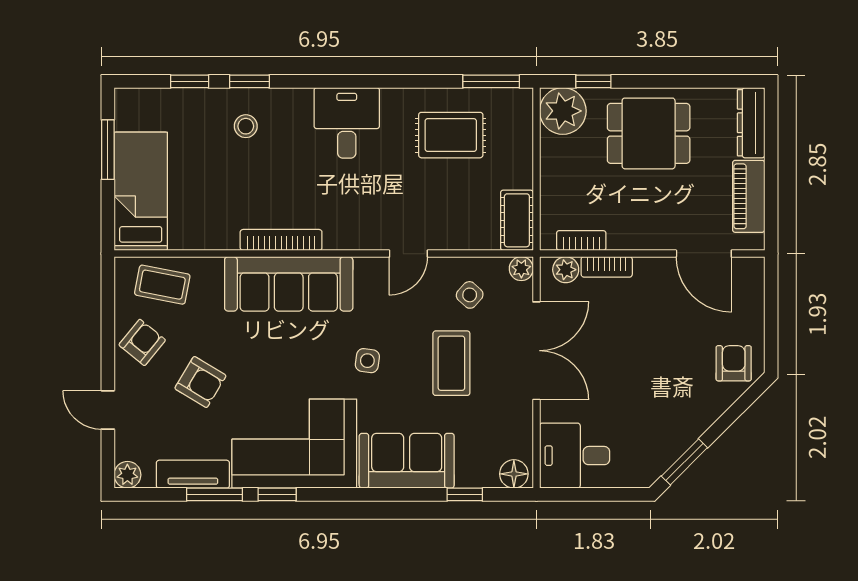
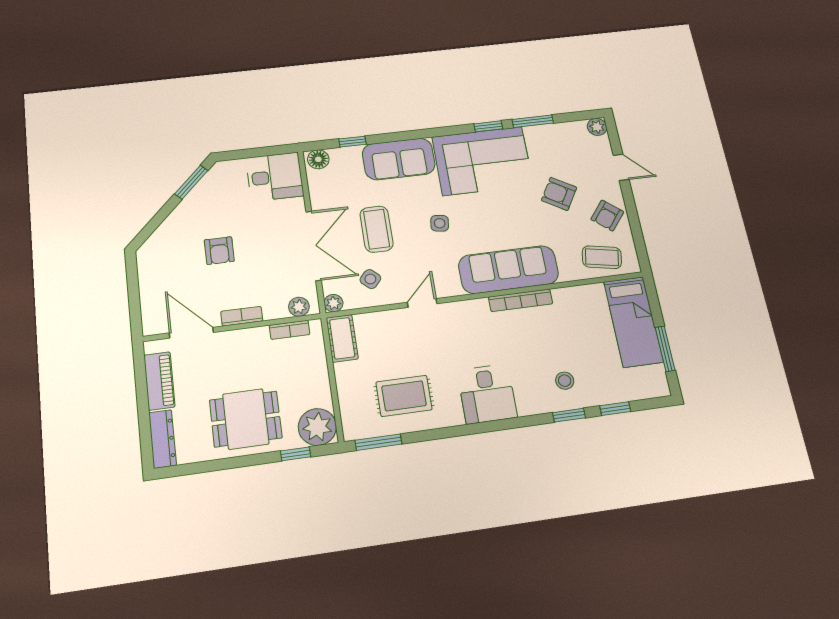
bookcase: (607, 267) -> (242, 316), moved
double door: (536, 351) -> (314, 246), swing flipped
armchair: (734, 363) -> (219, 251), moved
tv unit: (193, 474) -> (551, 132), removed

